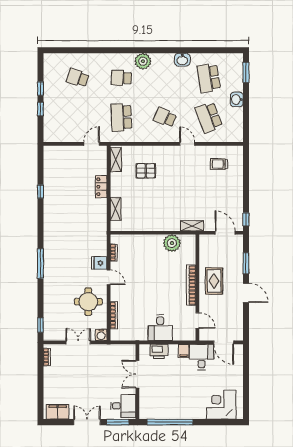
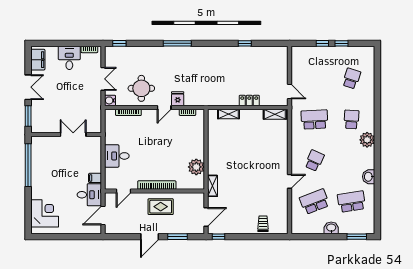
trolley: (219, 164) -> (263, 224), moved
pallet: (146, 171) -> (264, 142), removed
printer: (159, 351) -> (95, 155), removed
desk: (123, 406) -> (69, 58), moved, turned 180

